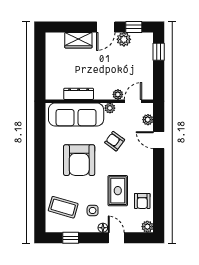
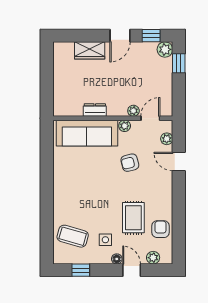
plant: (124, 39) -> (165, 49), moved
dresser: (79, 94) -> (95, 110), width x0.70
armchair: (115, 141) -> (130, 163), turned -50
armchair: (79, 160) -> (90, 184), removed
armchair: (142, 201) -> (161, 229), turned 180
plant: (147, 227) -> (153, 258), moved

